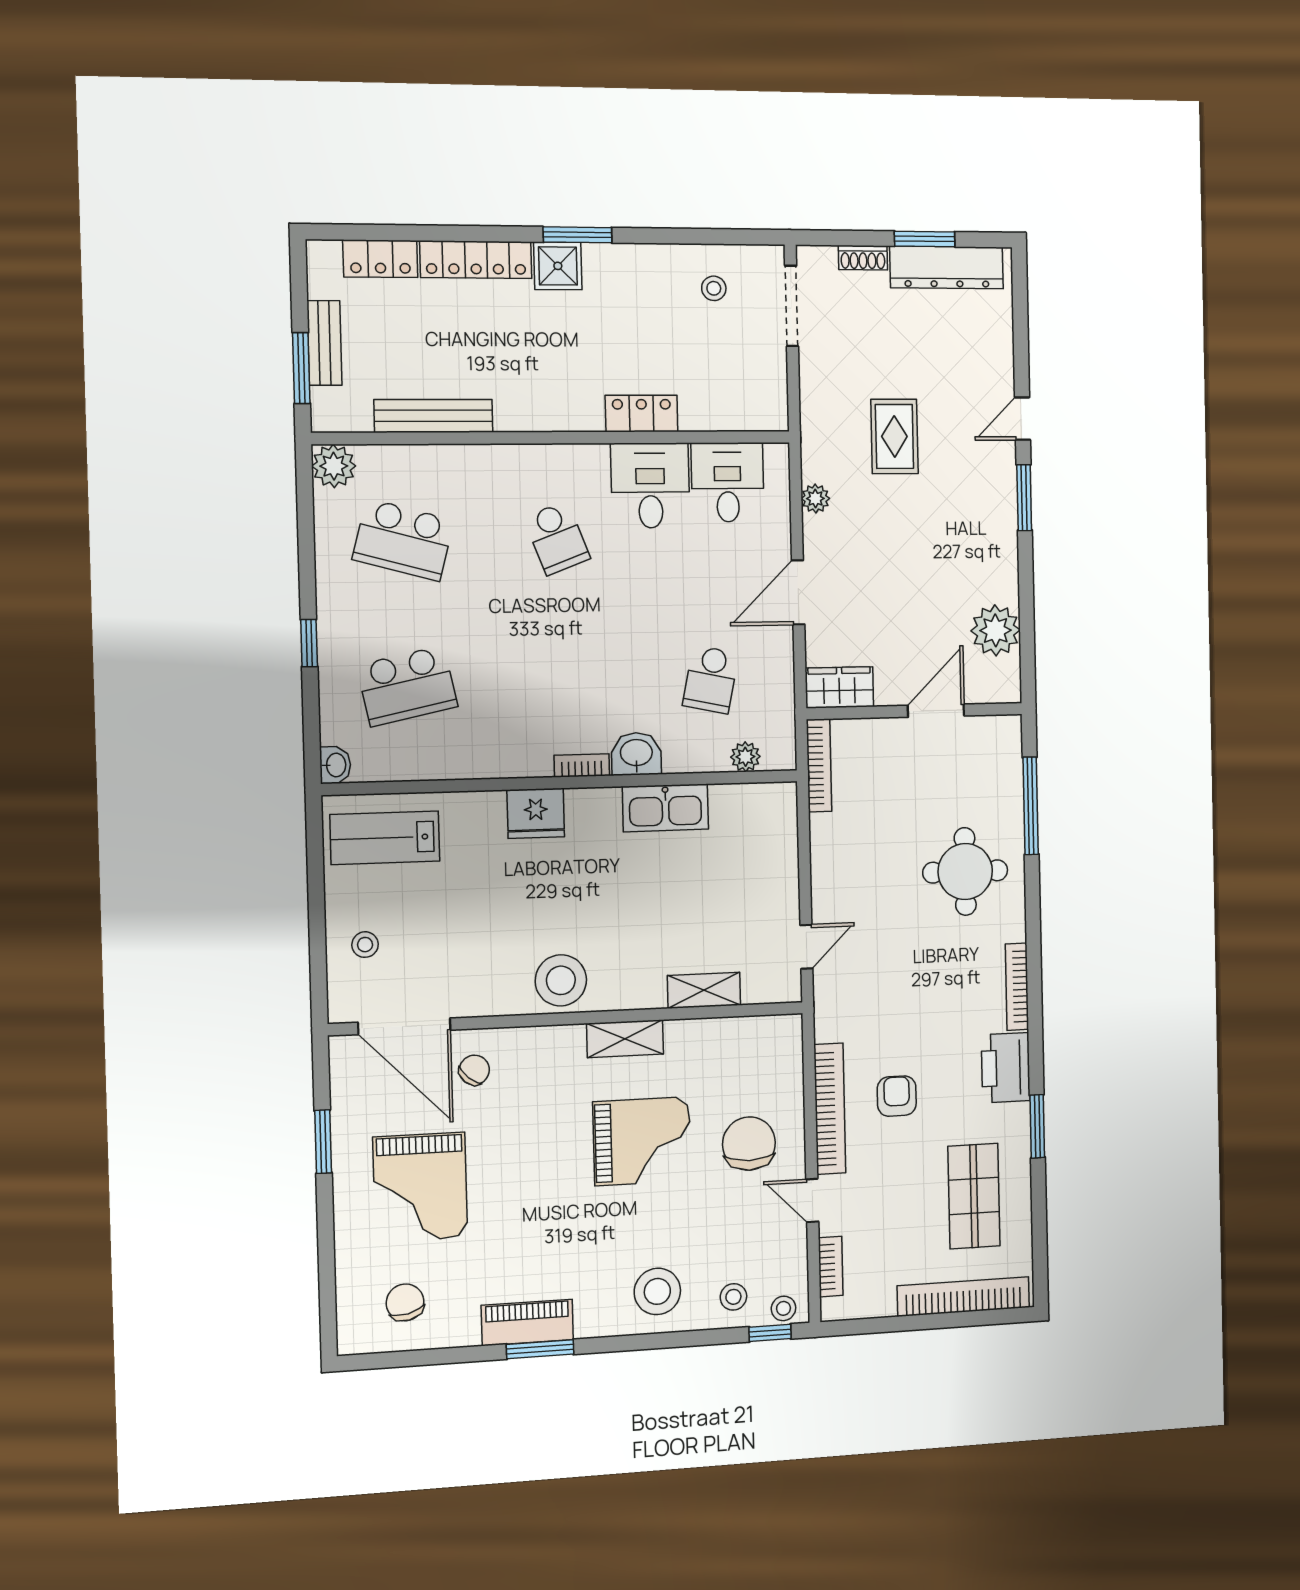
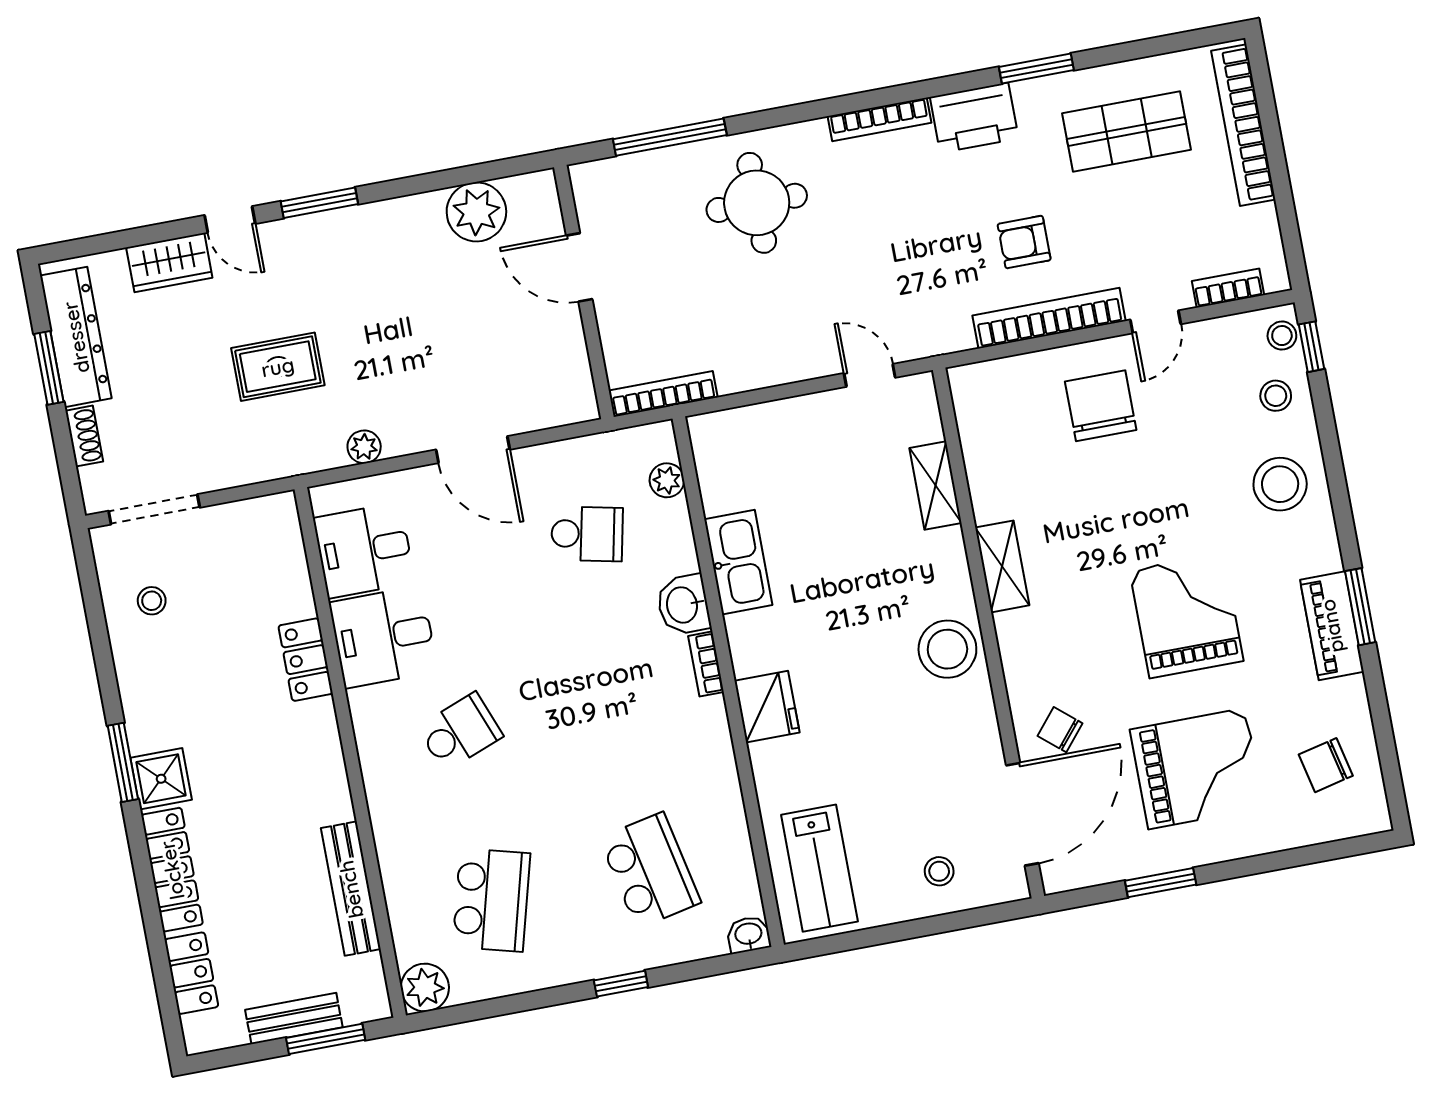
wardrobe: (839, 687) -> (169, 263), moved, turned -90
grand piano: (642, 1141) -> (1186, 616), moved
chair: (749, 1144) -> (1101, 406), turned 90

